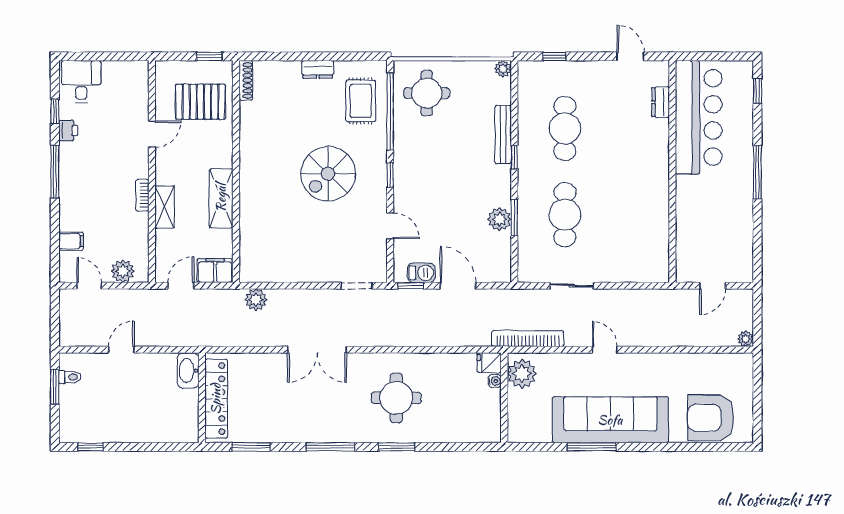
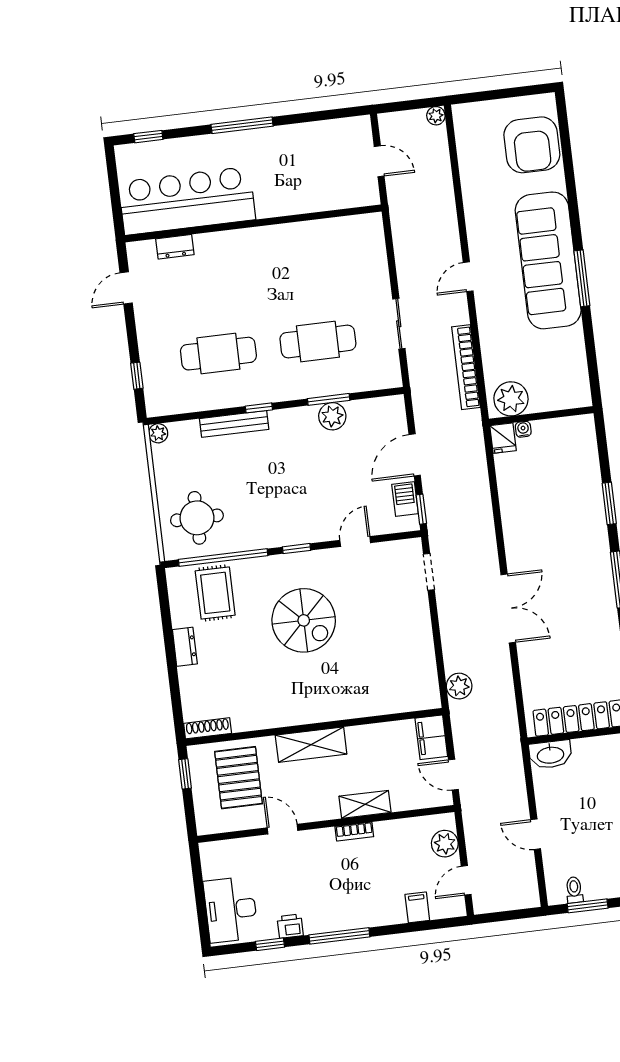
desk: (81, 82) -> (231, 910), width x1.37
rug: (361, 101) -> (215, 593), turned 90
shelving: (221, 198) -> (311, 745), moved
fridge: (489, 363) -> (503, 438), moved
plant: (522, 374) -> (511, 399), moved
water cooler: (495, 381) -> (523, 429), moved
round table: (396, 398) -> (553, 510), removed
wall: (504, 398) -> (541, 416), moved

